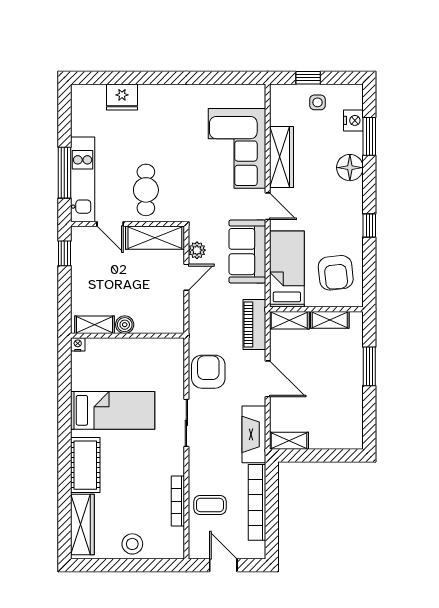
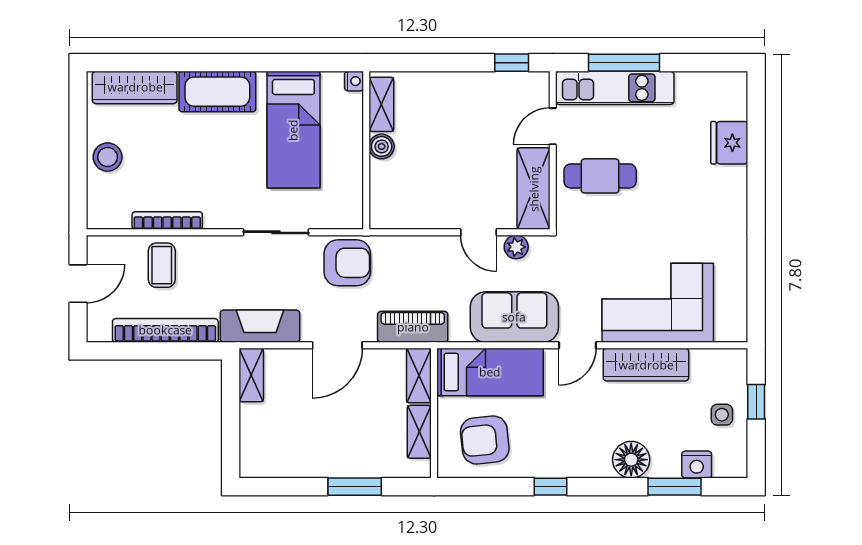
shelving: (94, 325) -> (381, 104), moved
boiler: (125, 325) -> (382, 146), moved
wall: (127, 336) -> (366, 150), moved
nightstand: (78, 344) -> (354, 81), moved

